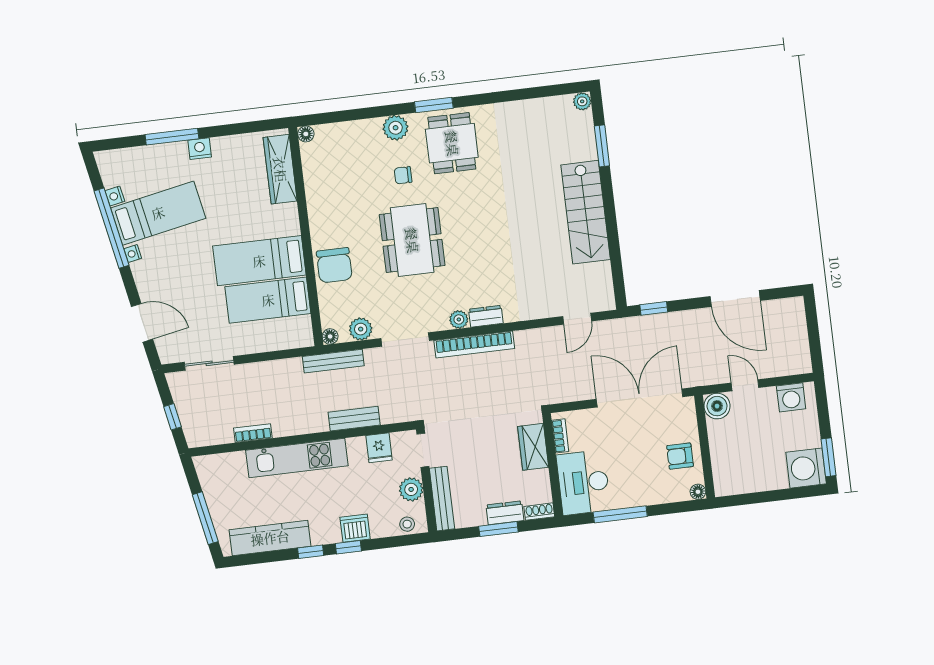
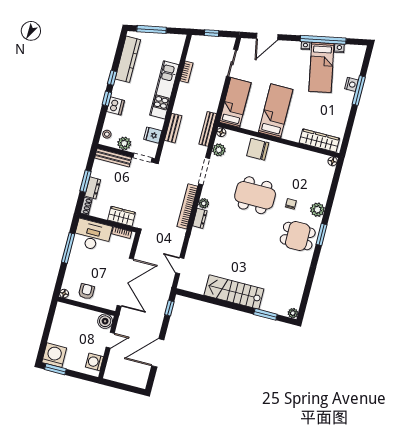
nightstand: (200, 149) -> (351, 84), moved
bed: (268, 300) -> (235, 102), moved

